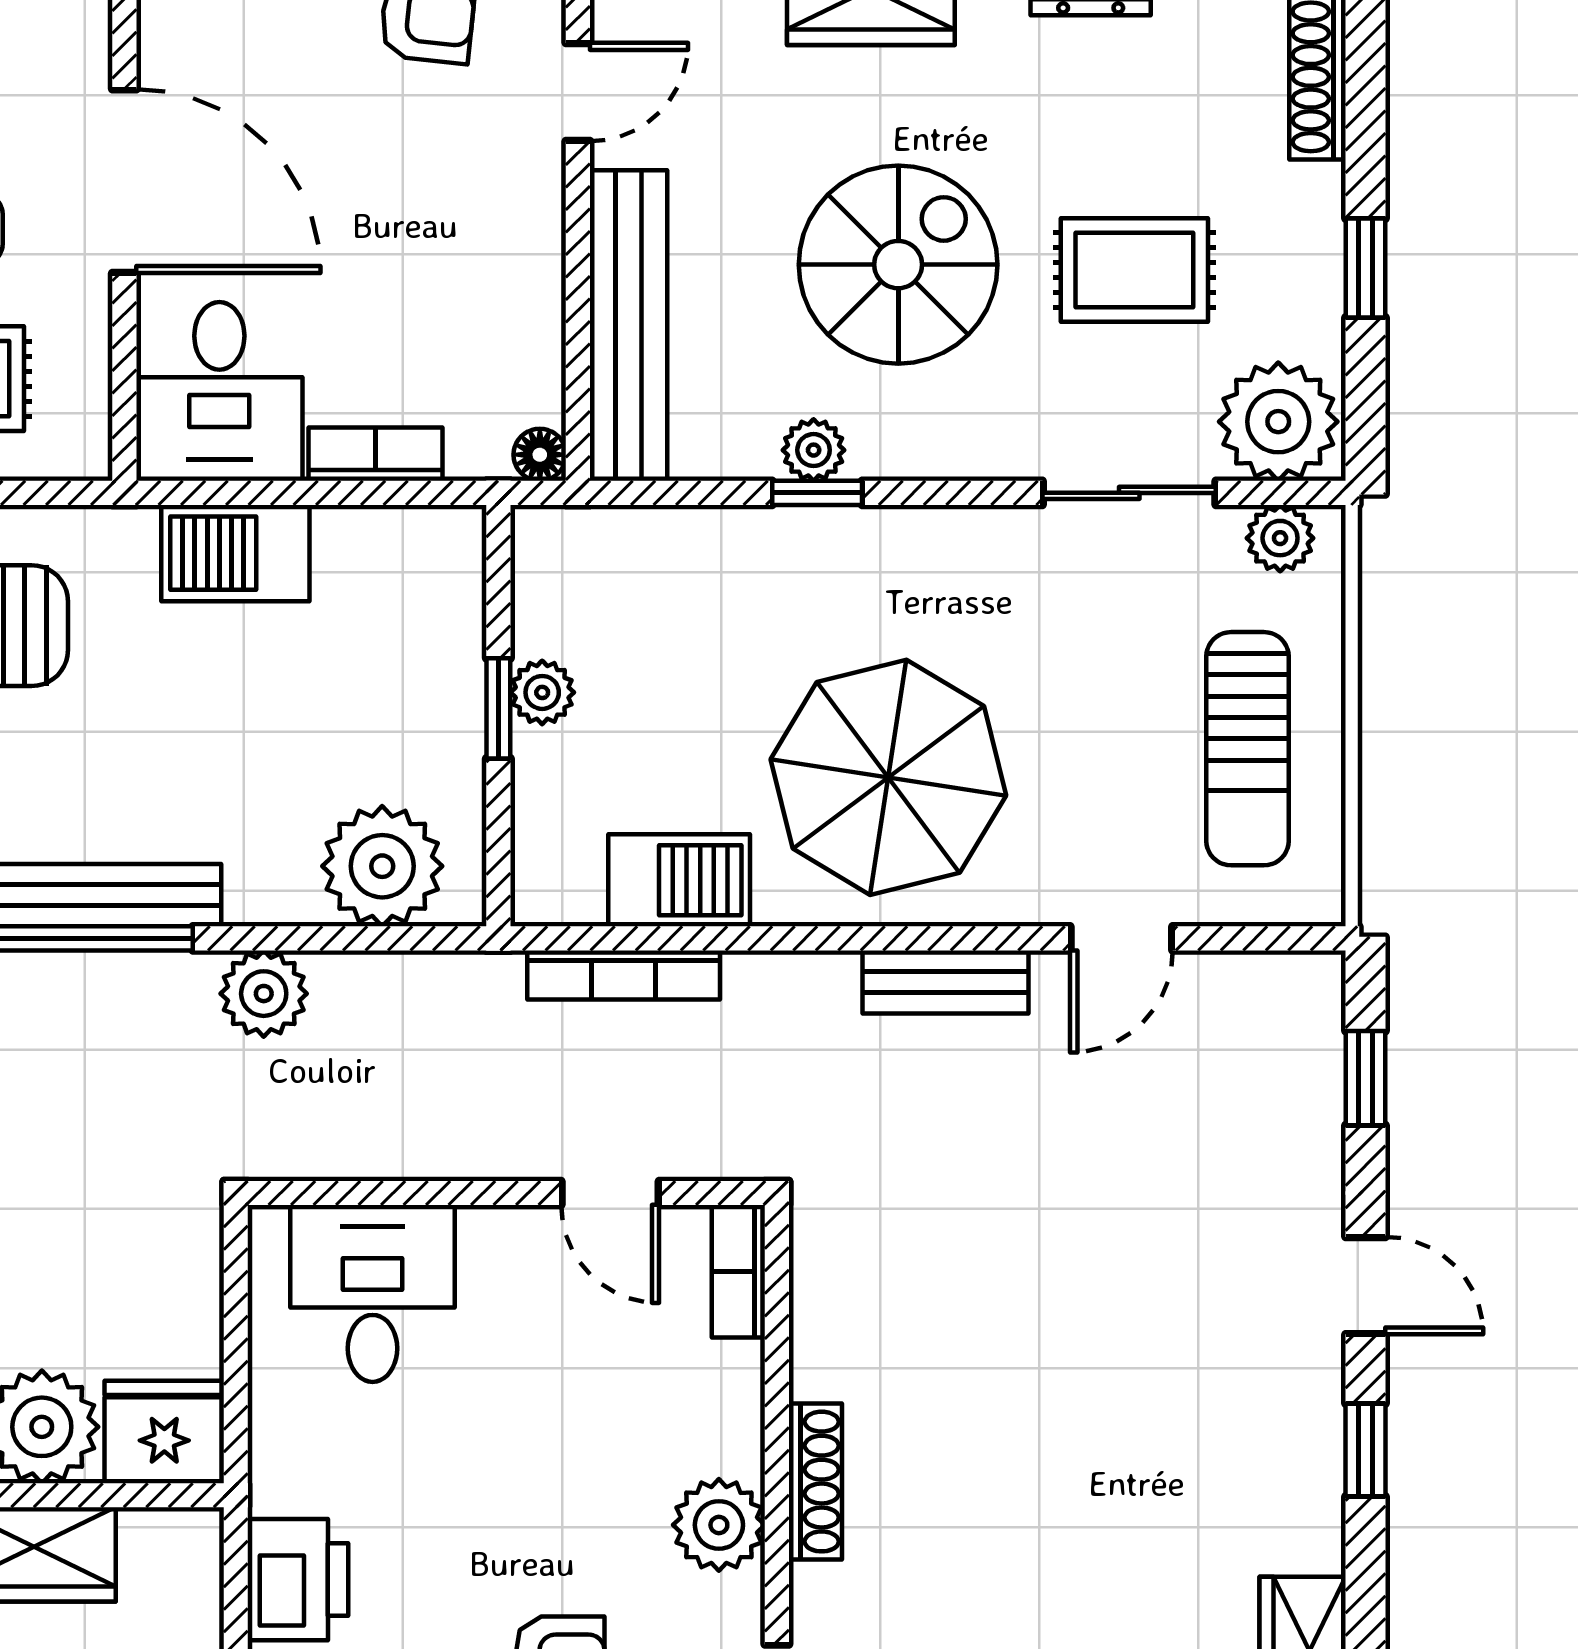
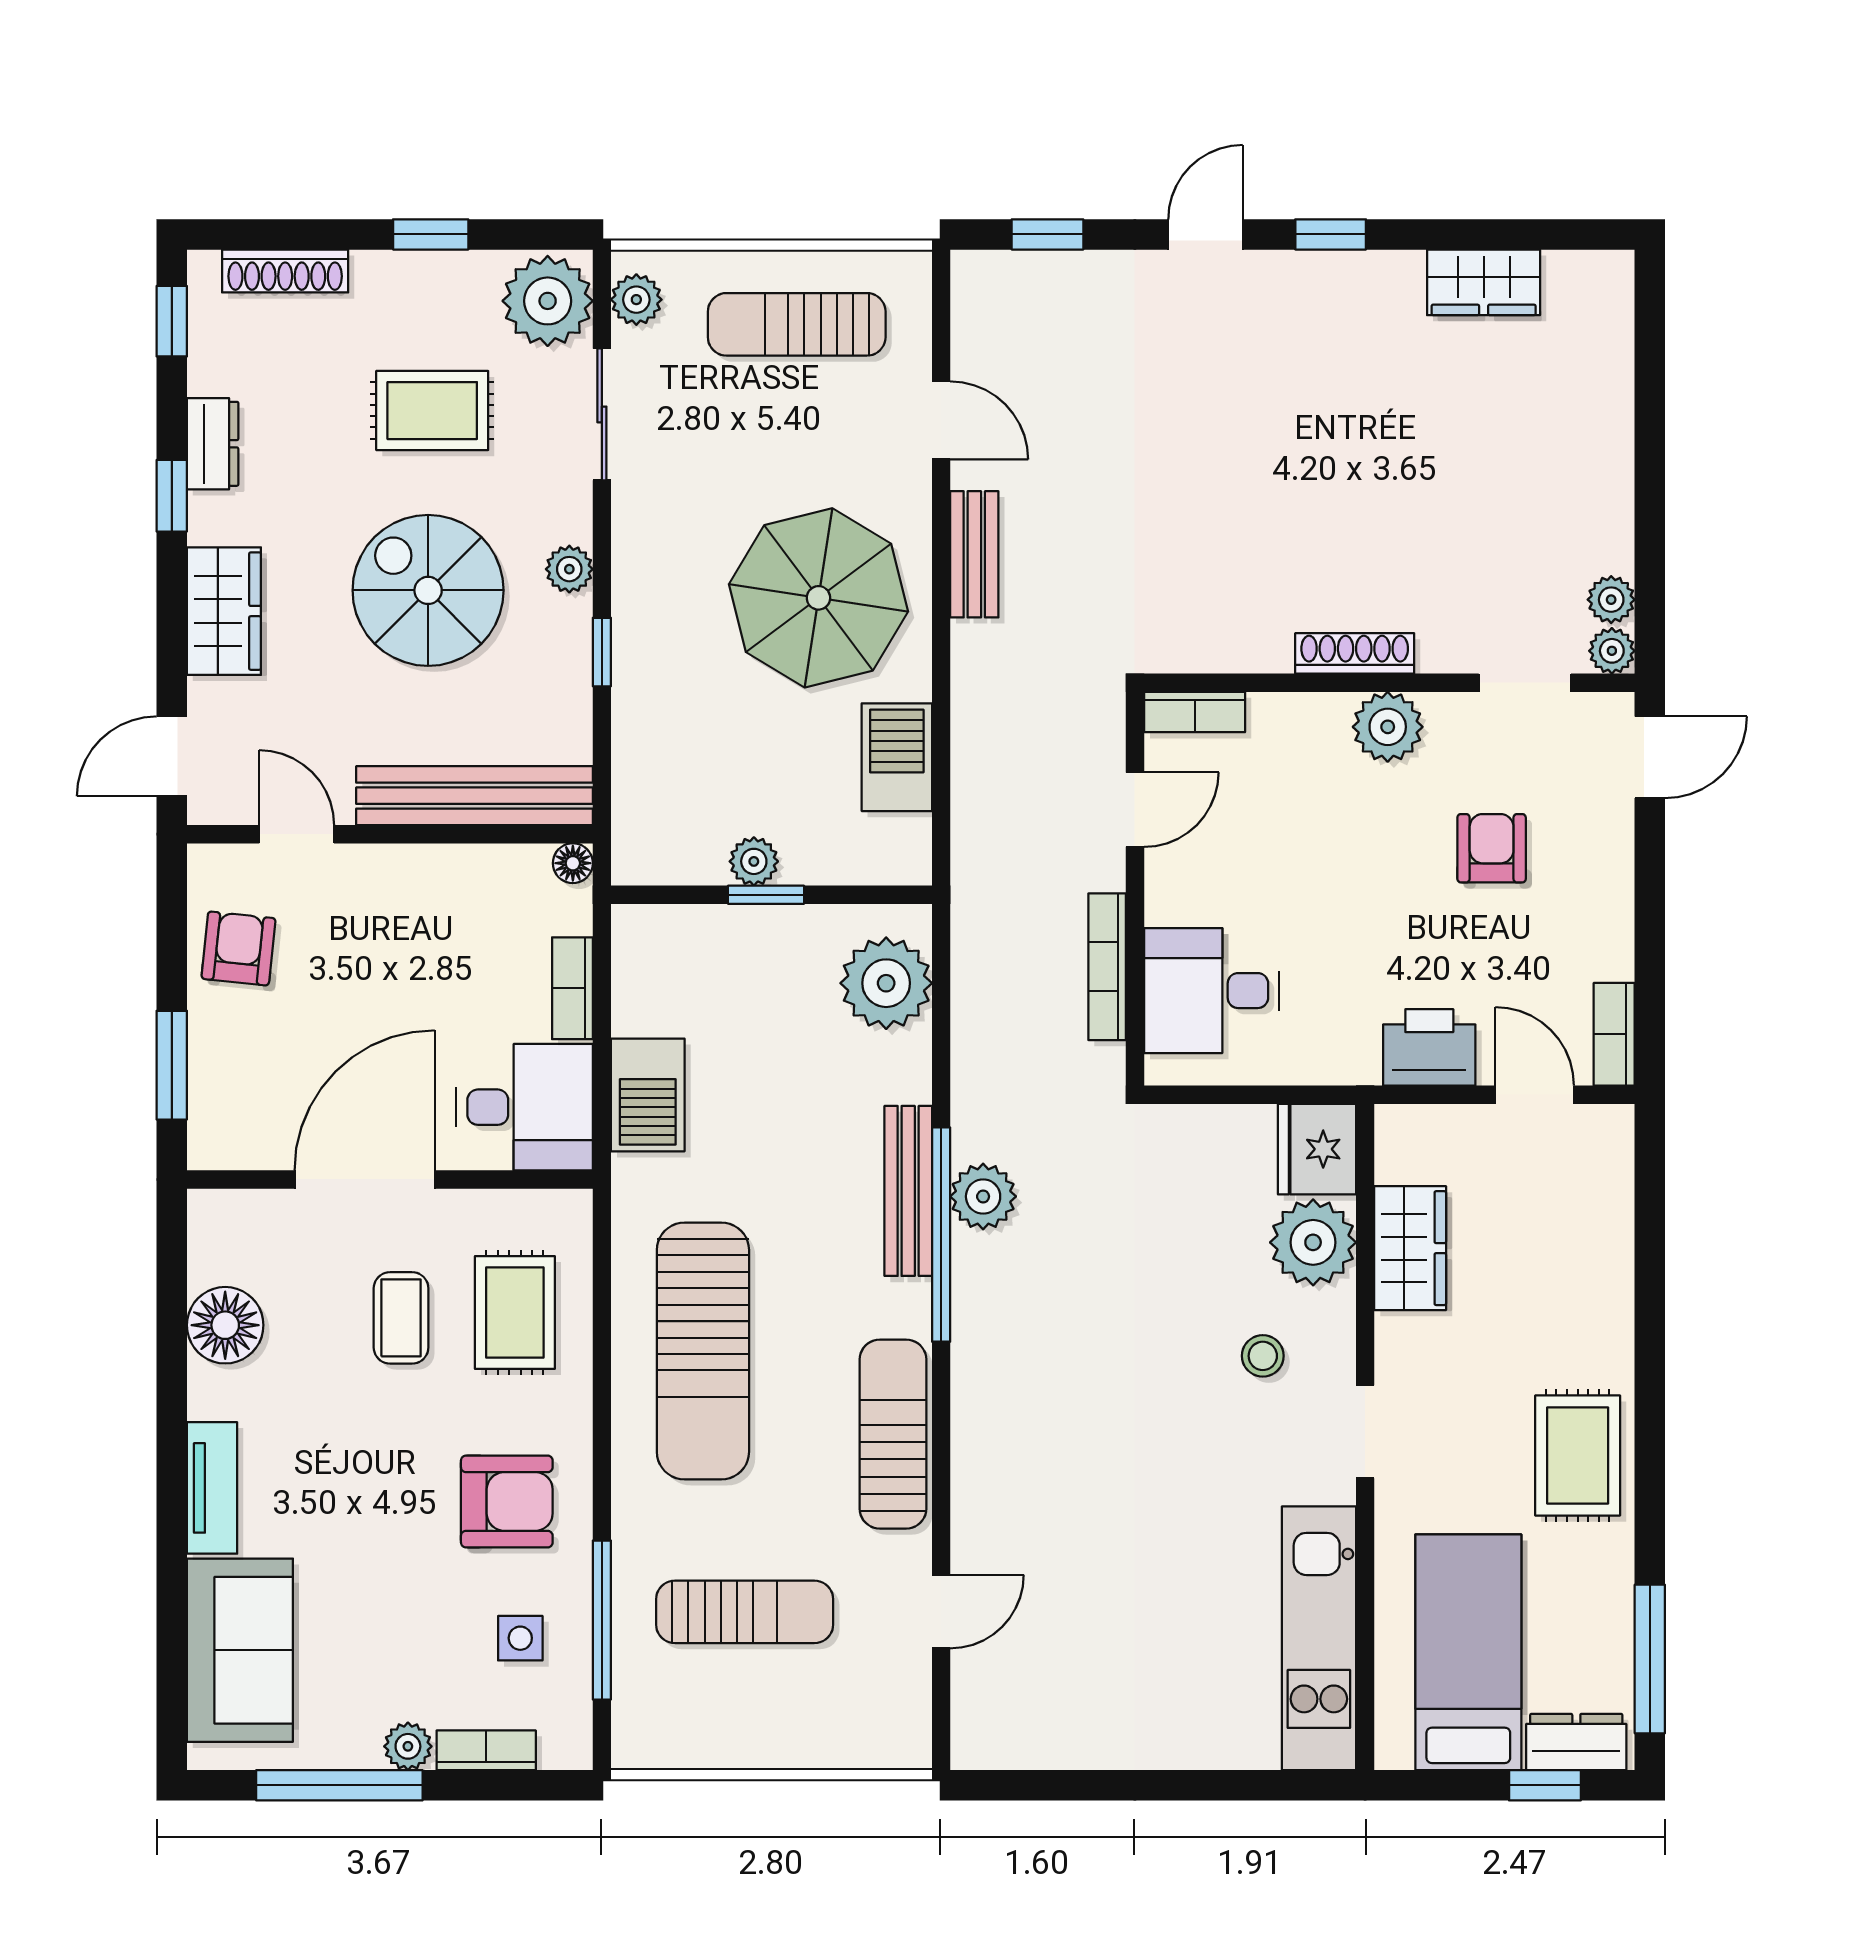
rug: (1134, 270) -> (432, 411), turned 90
plant: (814, 450) -> (569, 569), moved
sun lounger: (1248, 749) -> (797, 324), turned 180
bookcase: (624, 975) -> (1107, 967), moved, turned 180
plant: (264, 994) -> (983, 1196), moved

